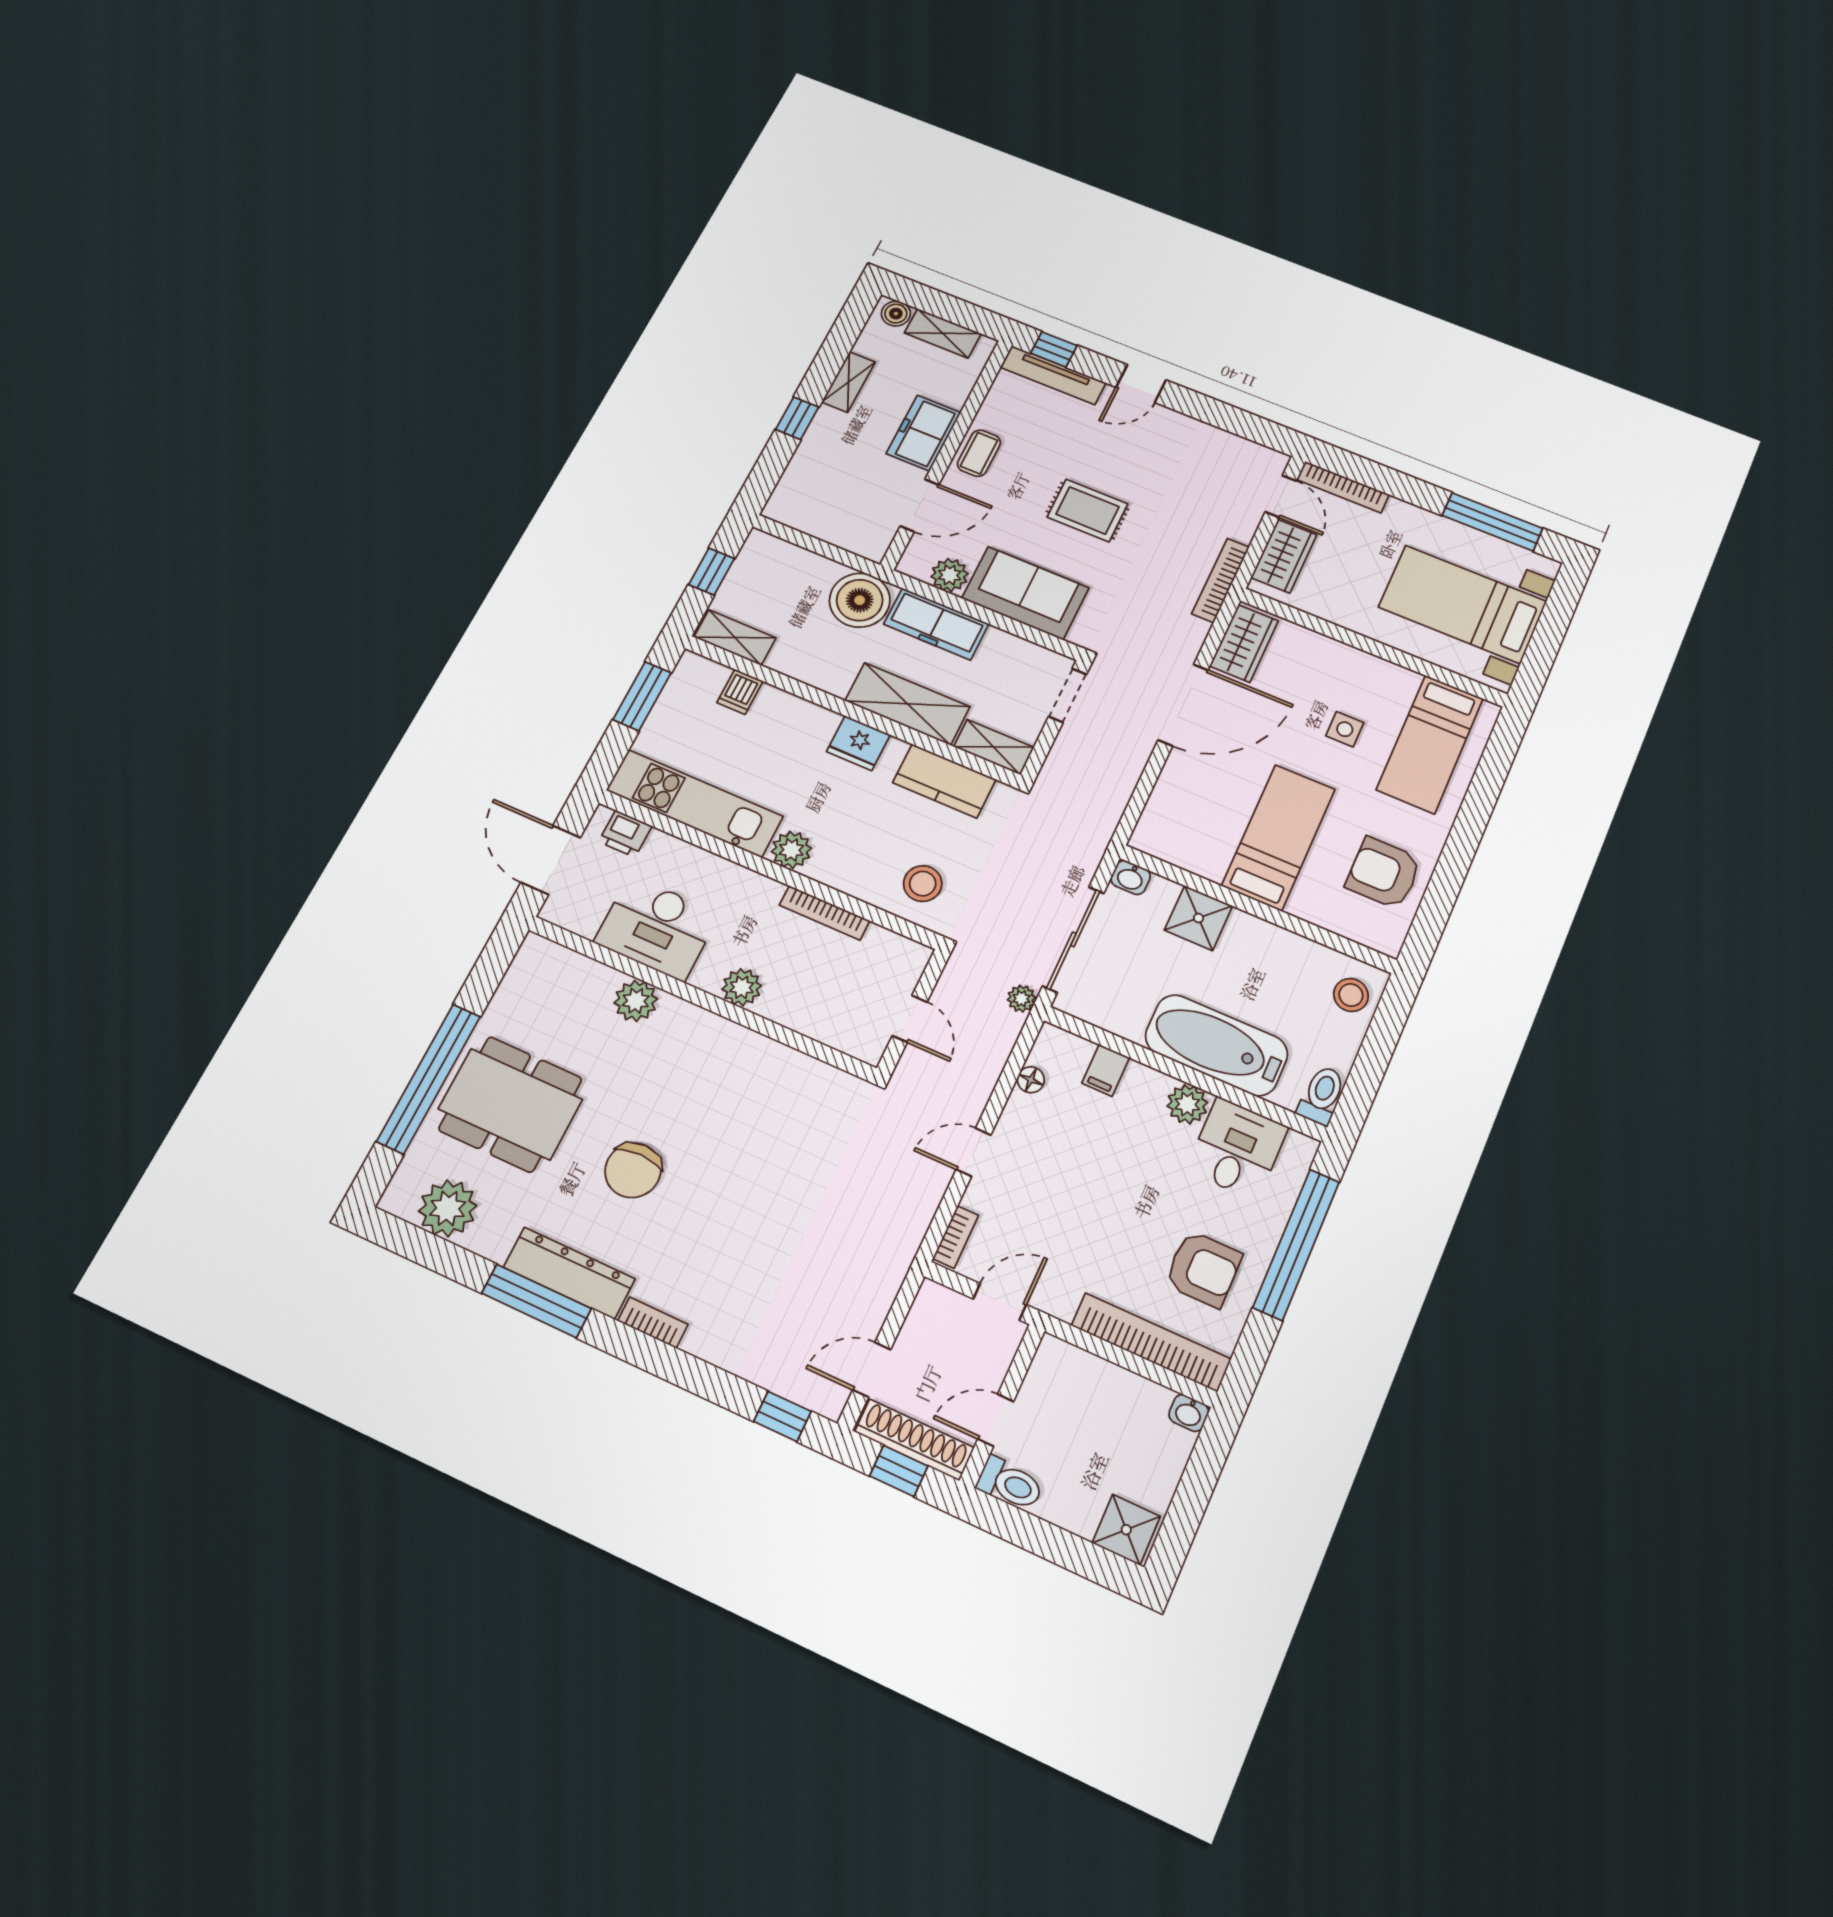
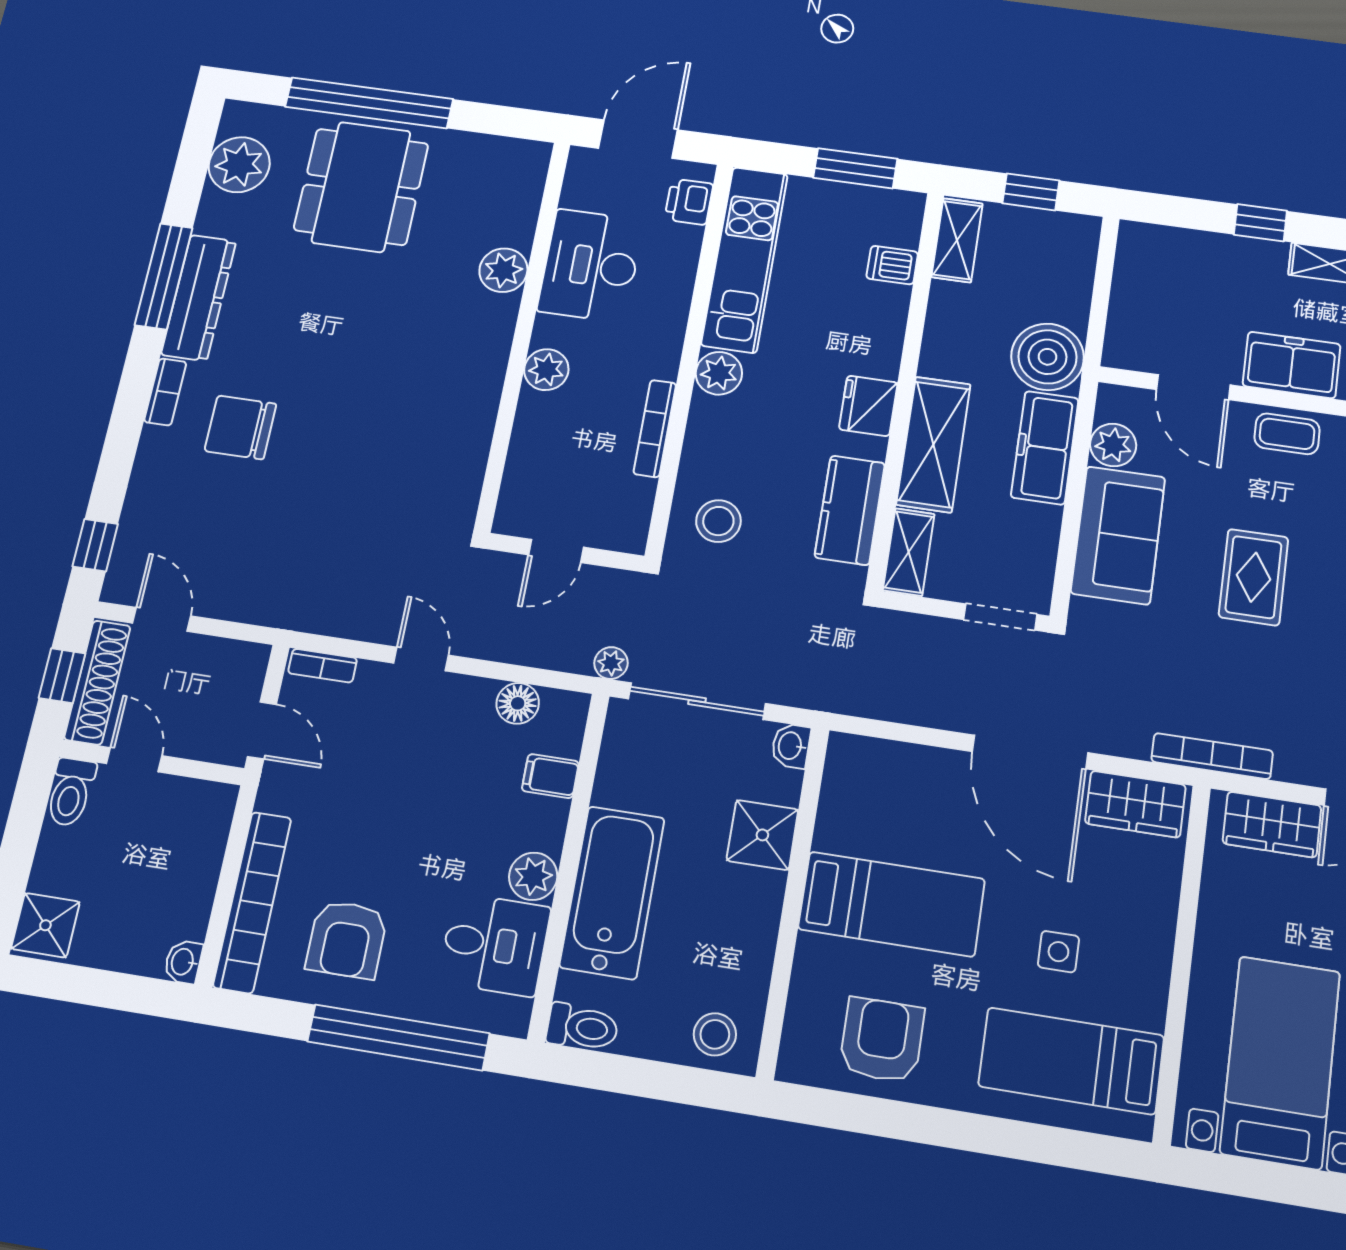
floor lamp: (1031, 1080) -> (518, 703), width x1.37, depth x1.37
chair: (633, 1170) -> (240, 427), moved

